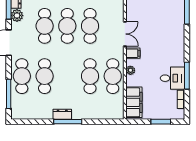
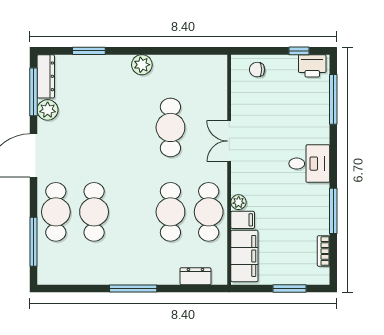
cafe table: (45, 26) -> (94, 127), removed
cafe table: (67, 26) -> (132, 127), removed
double door: (125, 34) -> (229, 141), swing flipped
filing cabinet: (133, 53) -> (243, 220), moved
desk: (173, 78) -> (309, 164), moved
dresser: (62, 114) -> (195, 276), moved

